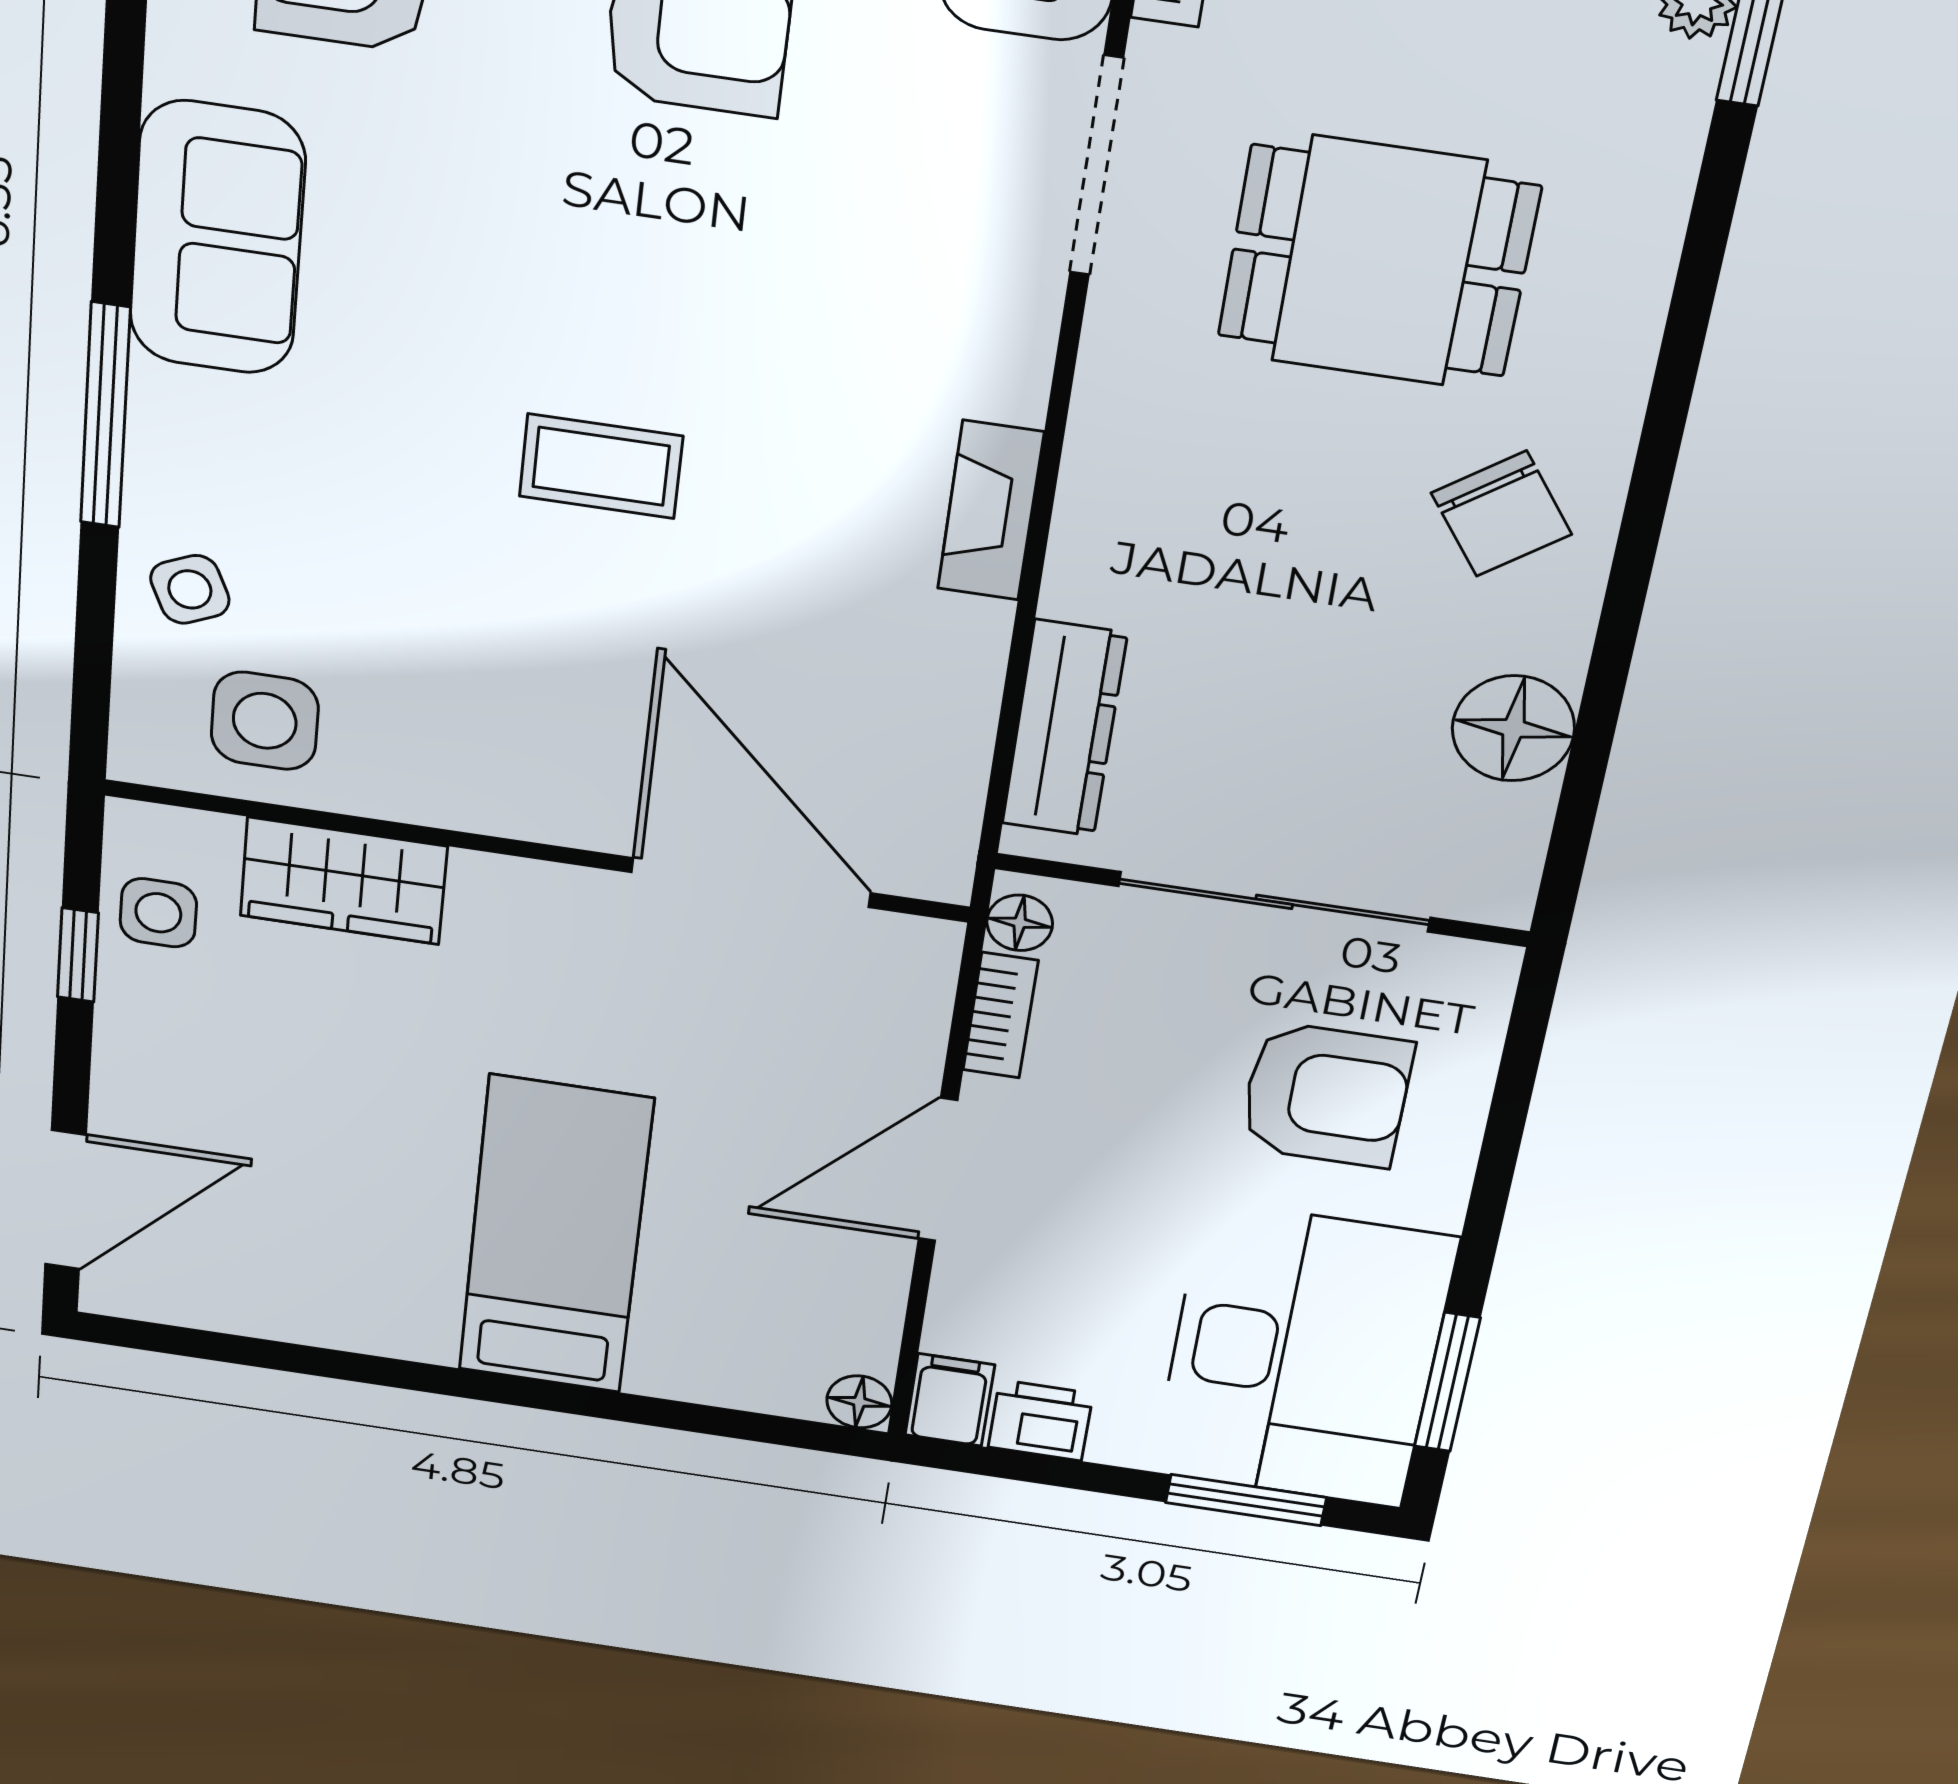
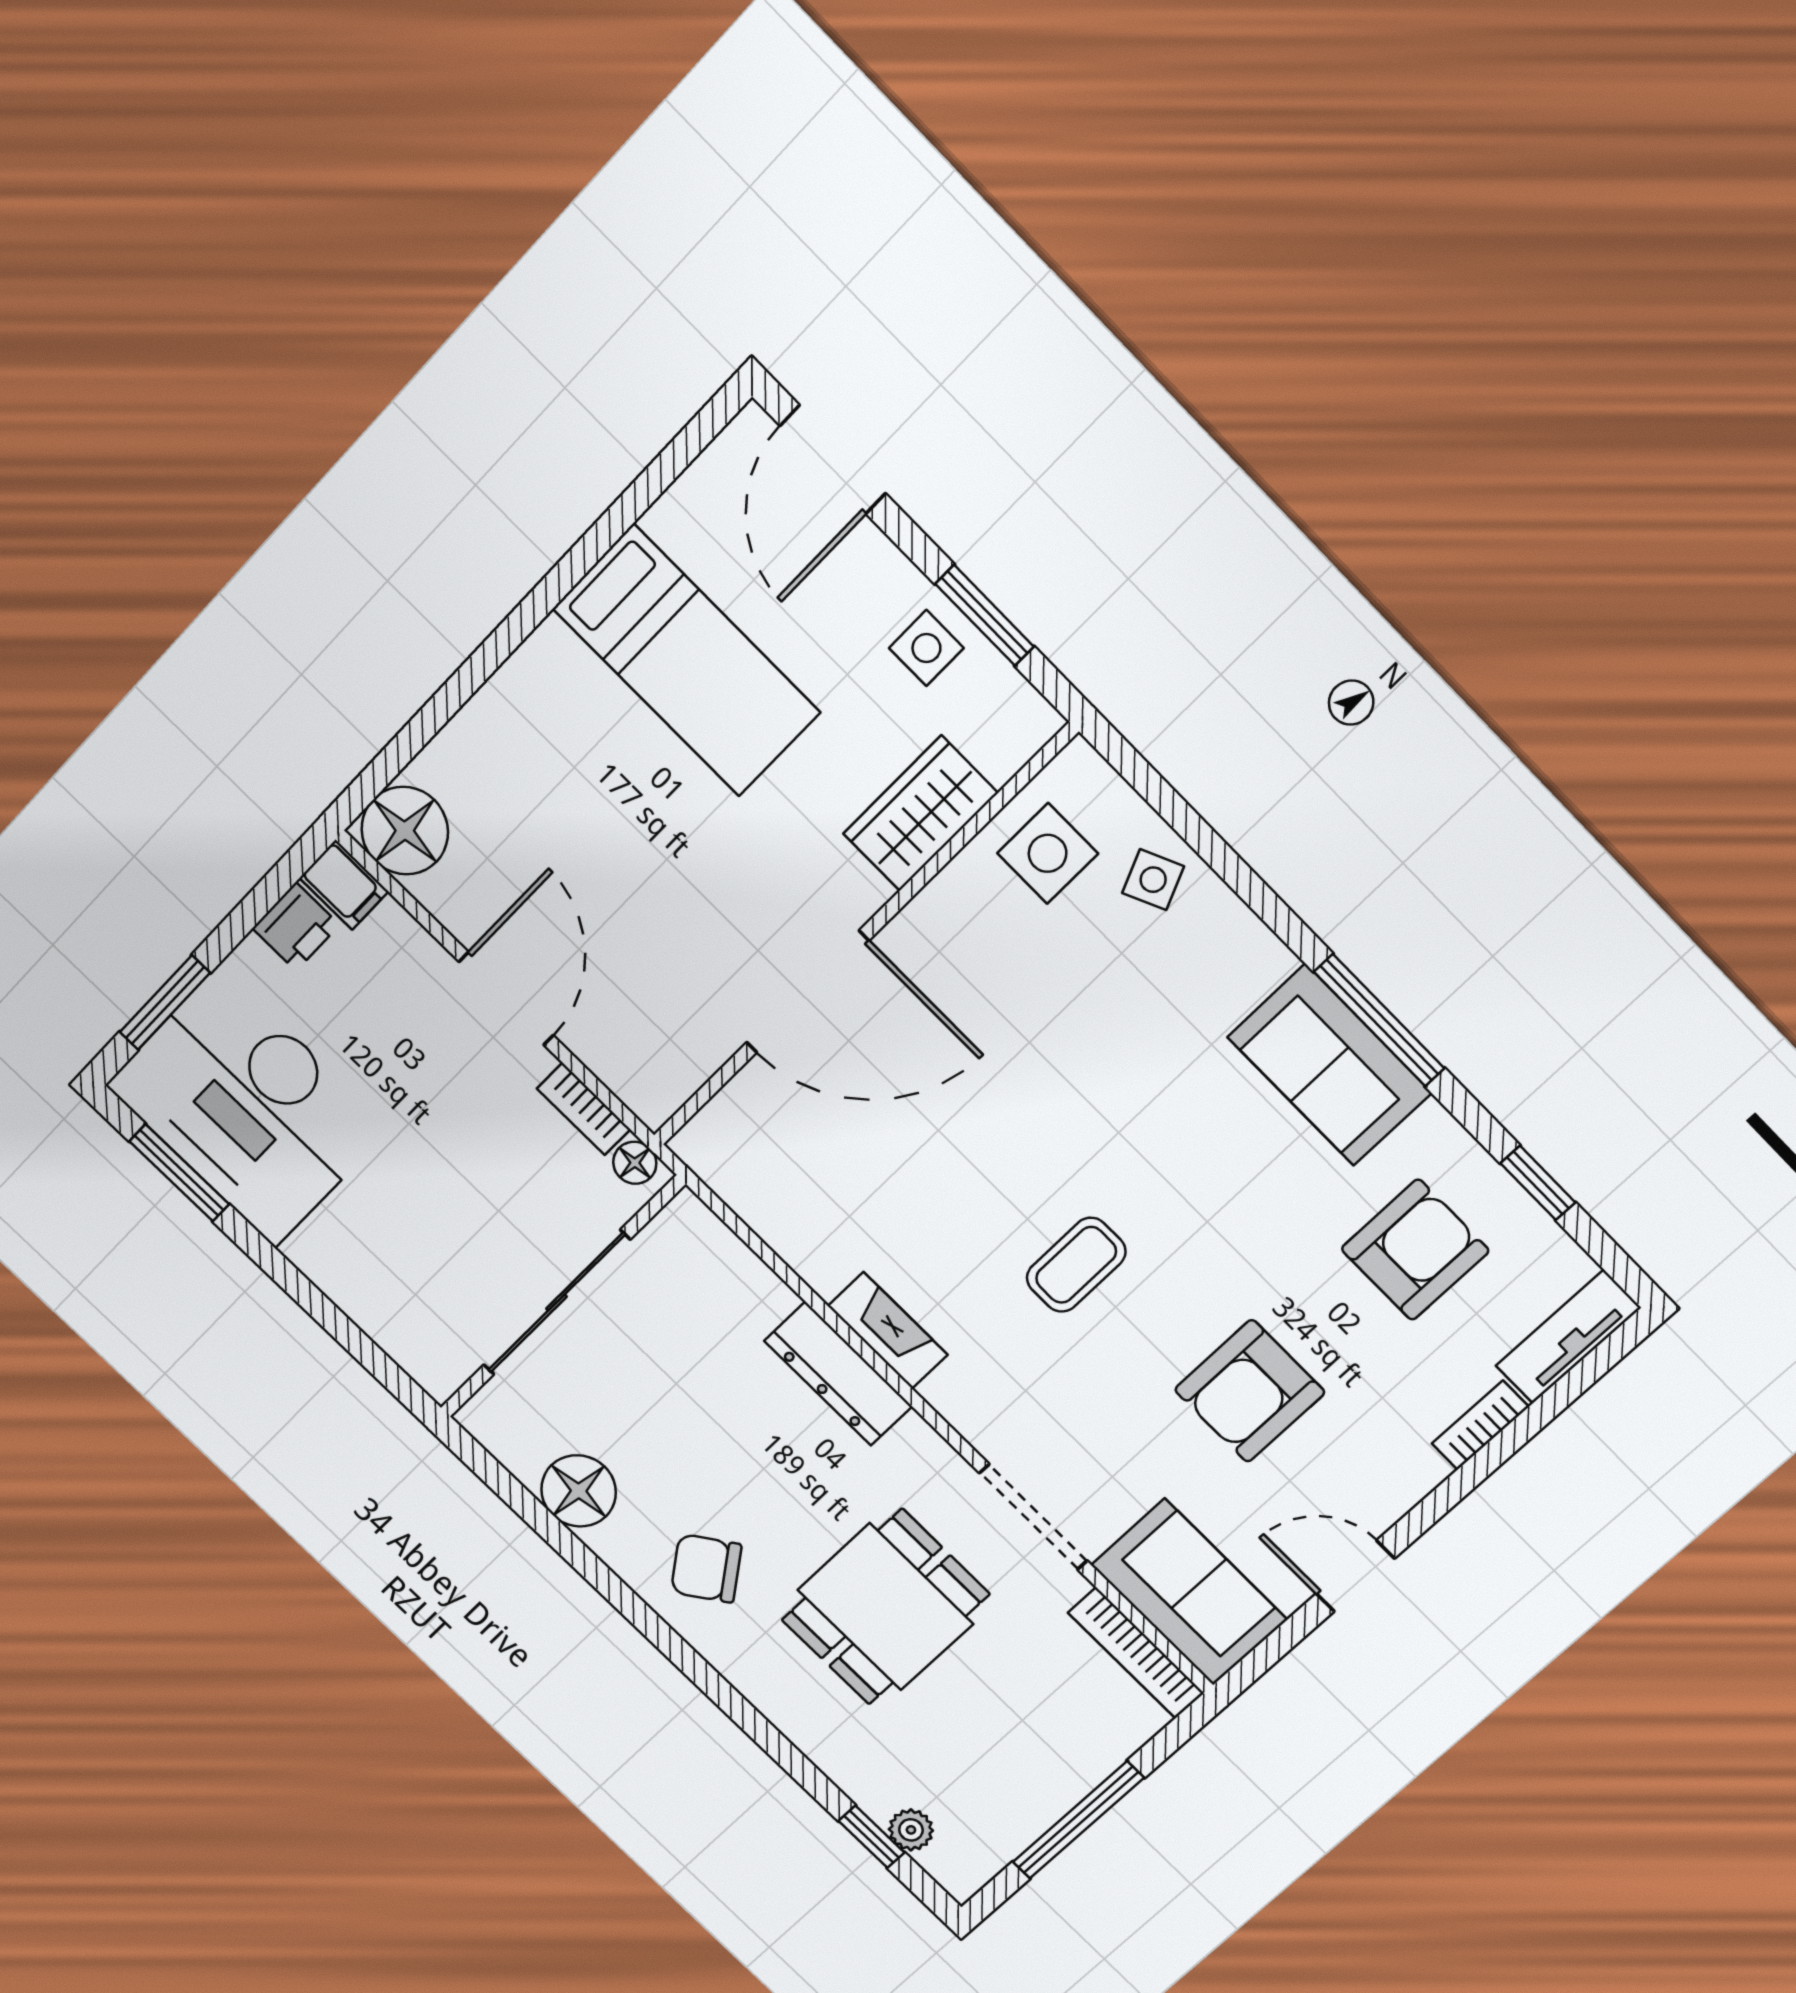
window: (105, 416) -> (1379, 1020), moved
coffee table: (601, 466) -> (1076, 1265), moved
dresser: (1064, 729) -> (838, 1374), moved
door: (751, 883) -> (807, 992), moved
side table: (158, 913) -> (926, 648), moved
window: (78, 955) -> (985, 615), width x1.50
armchair: (1326, 1095) -> (416, 1243), removed
bed: (555, 1236) -> (686, 661), moved
floor lamp: (859, 1402) -> (405, 831), width x1.89, depth x1.89

